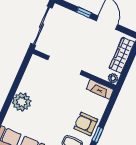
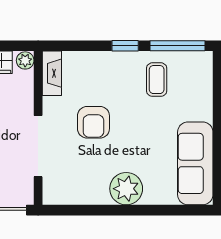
armchair: (86, 124) -> (93, 122), moved

